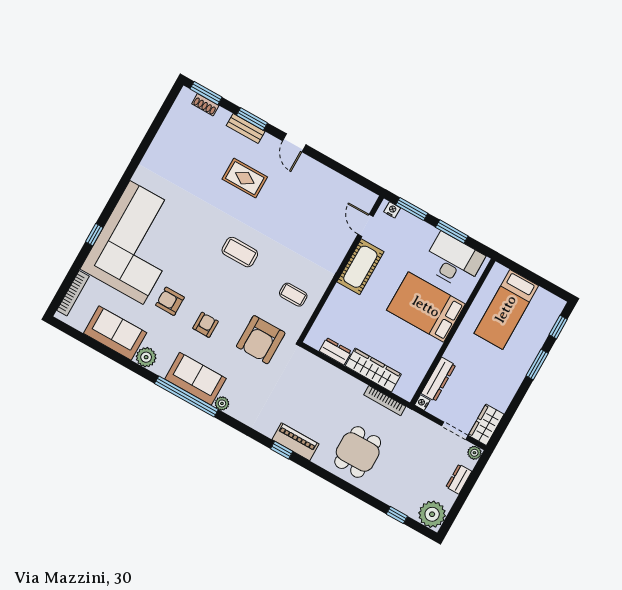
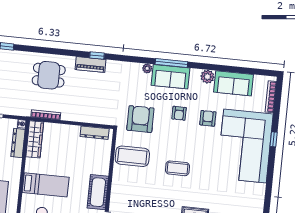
coffee table: (293, 295) -> (132, 156), width x1.86, depth x1.72
armchair: (170, 301) -> (208, 118), turned -90
bed: (426, 307) -> (46, 185), width x0.67
dresser: (335, 351) -> (95, 133), width x1.44
wardrobe: (373, 370) -> (35, 139), moved, turned -90
window: (186, 396) -> (171, 63), width x0.68
dining table: (358, 452) -> (49, 75), turned 90

